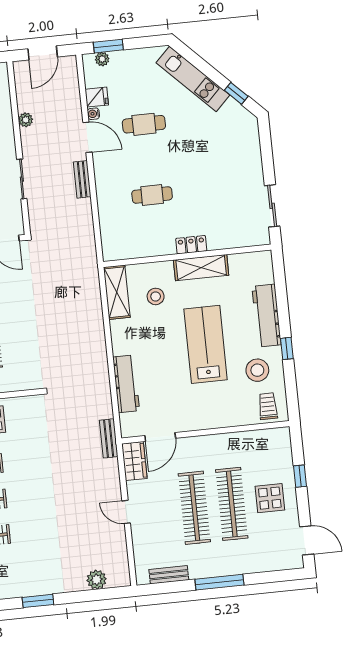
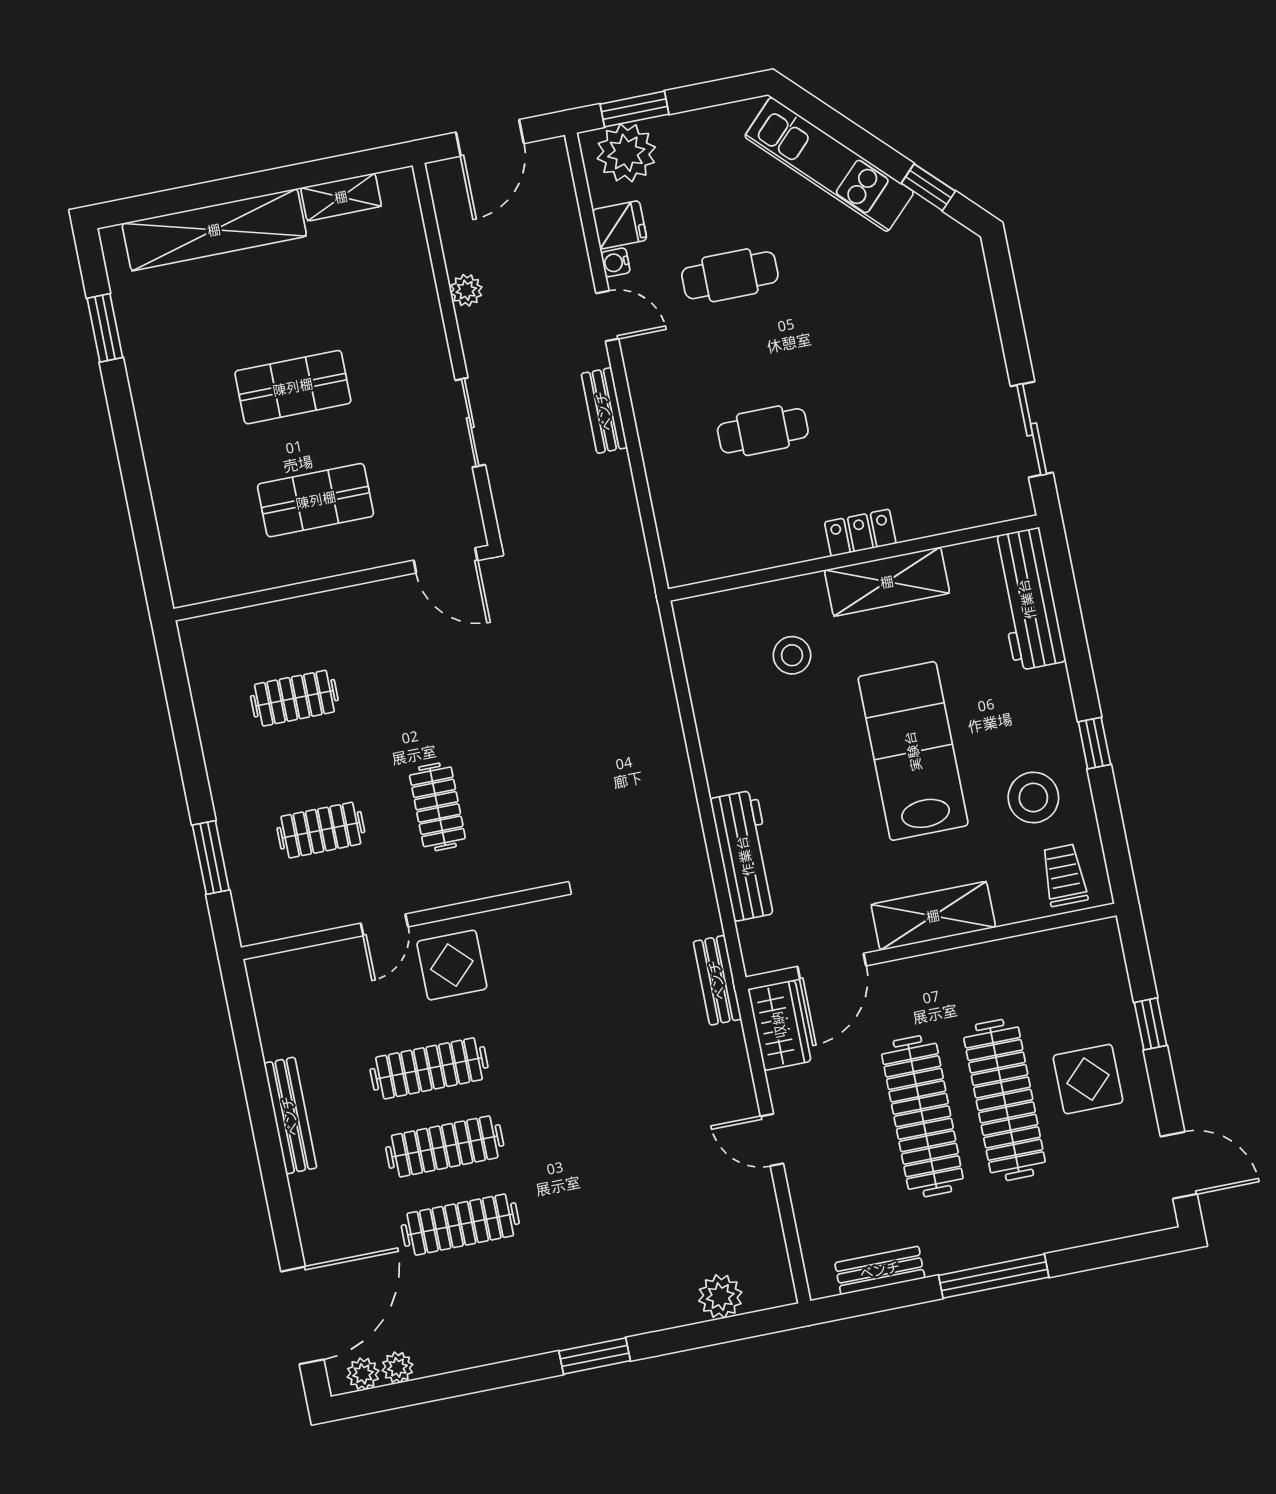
plant: (102, 59) -> (626, 153), width x1.87, depth x1.87
door: (87, 137) -> (607, 316), width x0.73
shelving: (117, 292) -> (933, 916), moved, turned 90
workbench: (267, 315) -> (1027, 599), moved

